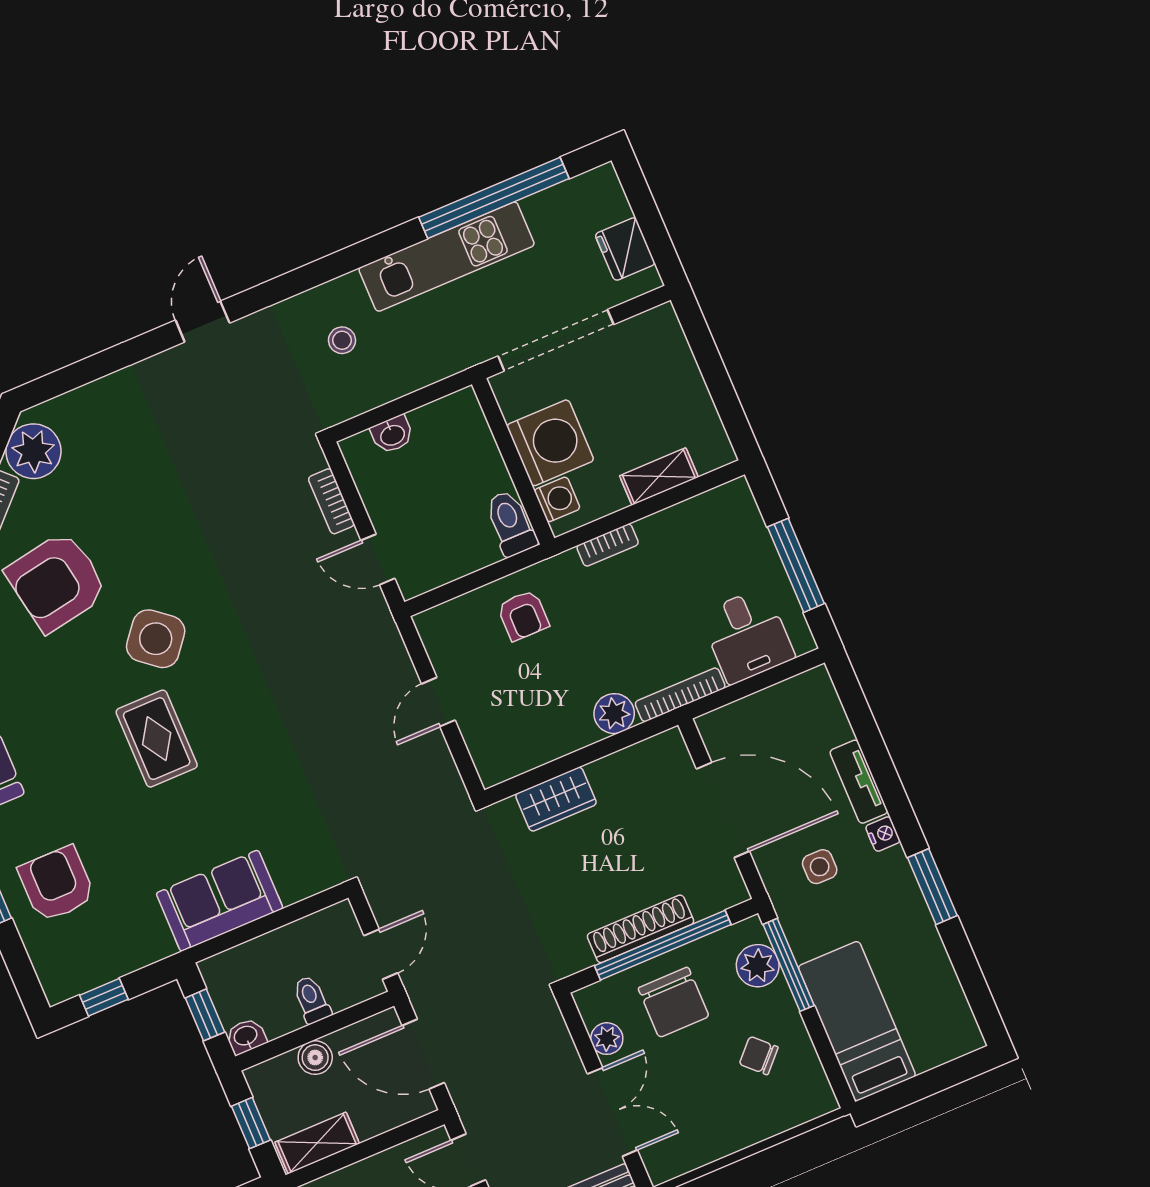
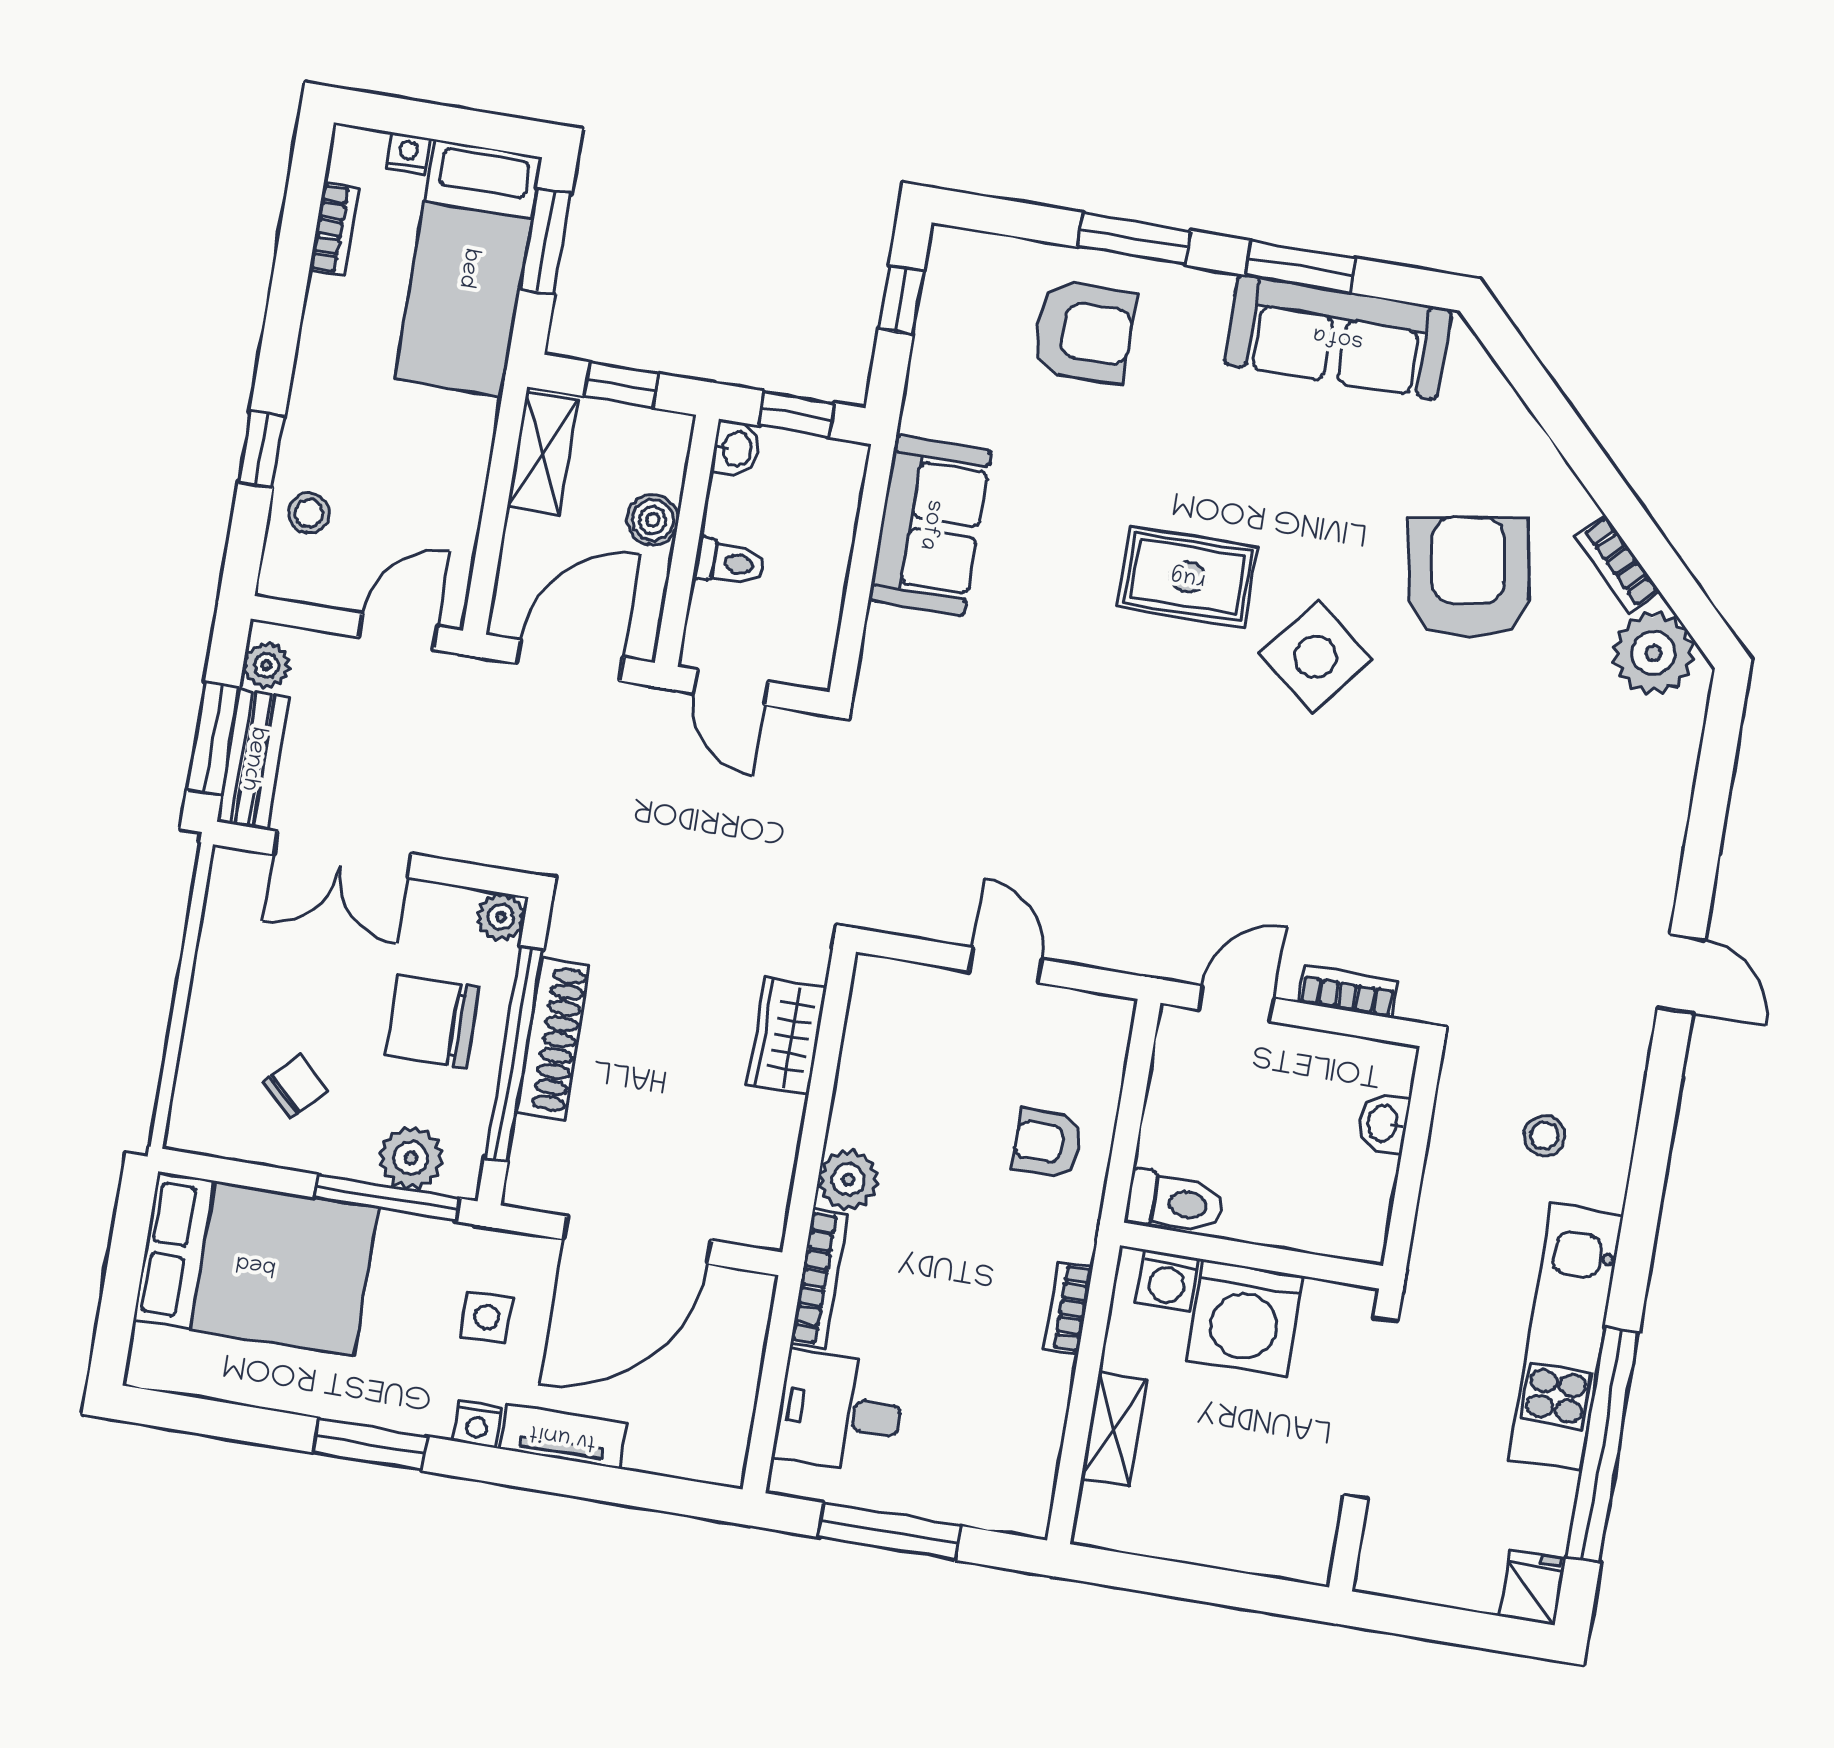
fridge: (625, 249) -> (1533, 1588), moved, width x0.72
bed: (857, 1021) -> (256, 1264), width x1.50
plant: (607, 1039) -> (501, 917), moved

